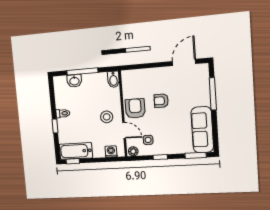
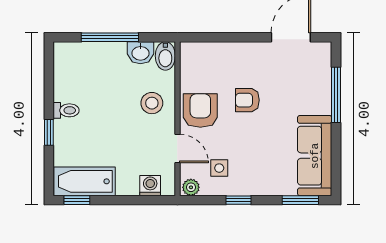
washbasin: (74, 81) -> (140, 53), moved
stool: (107, 117) -> (152, 103), moved

